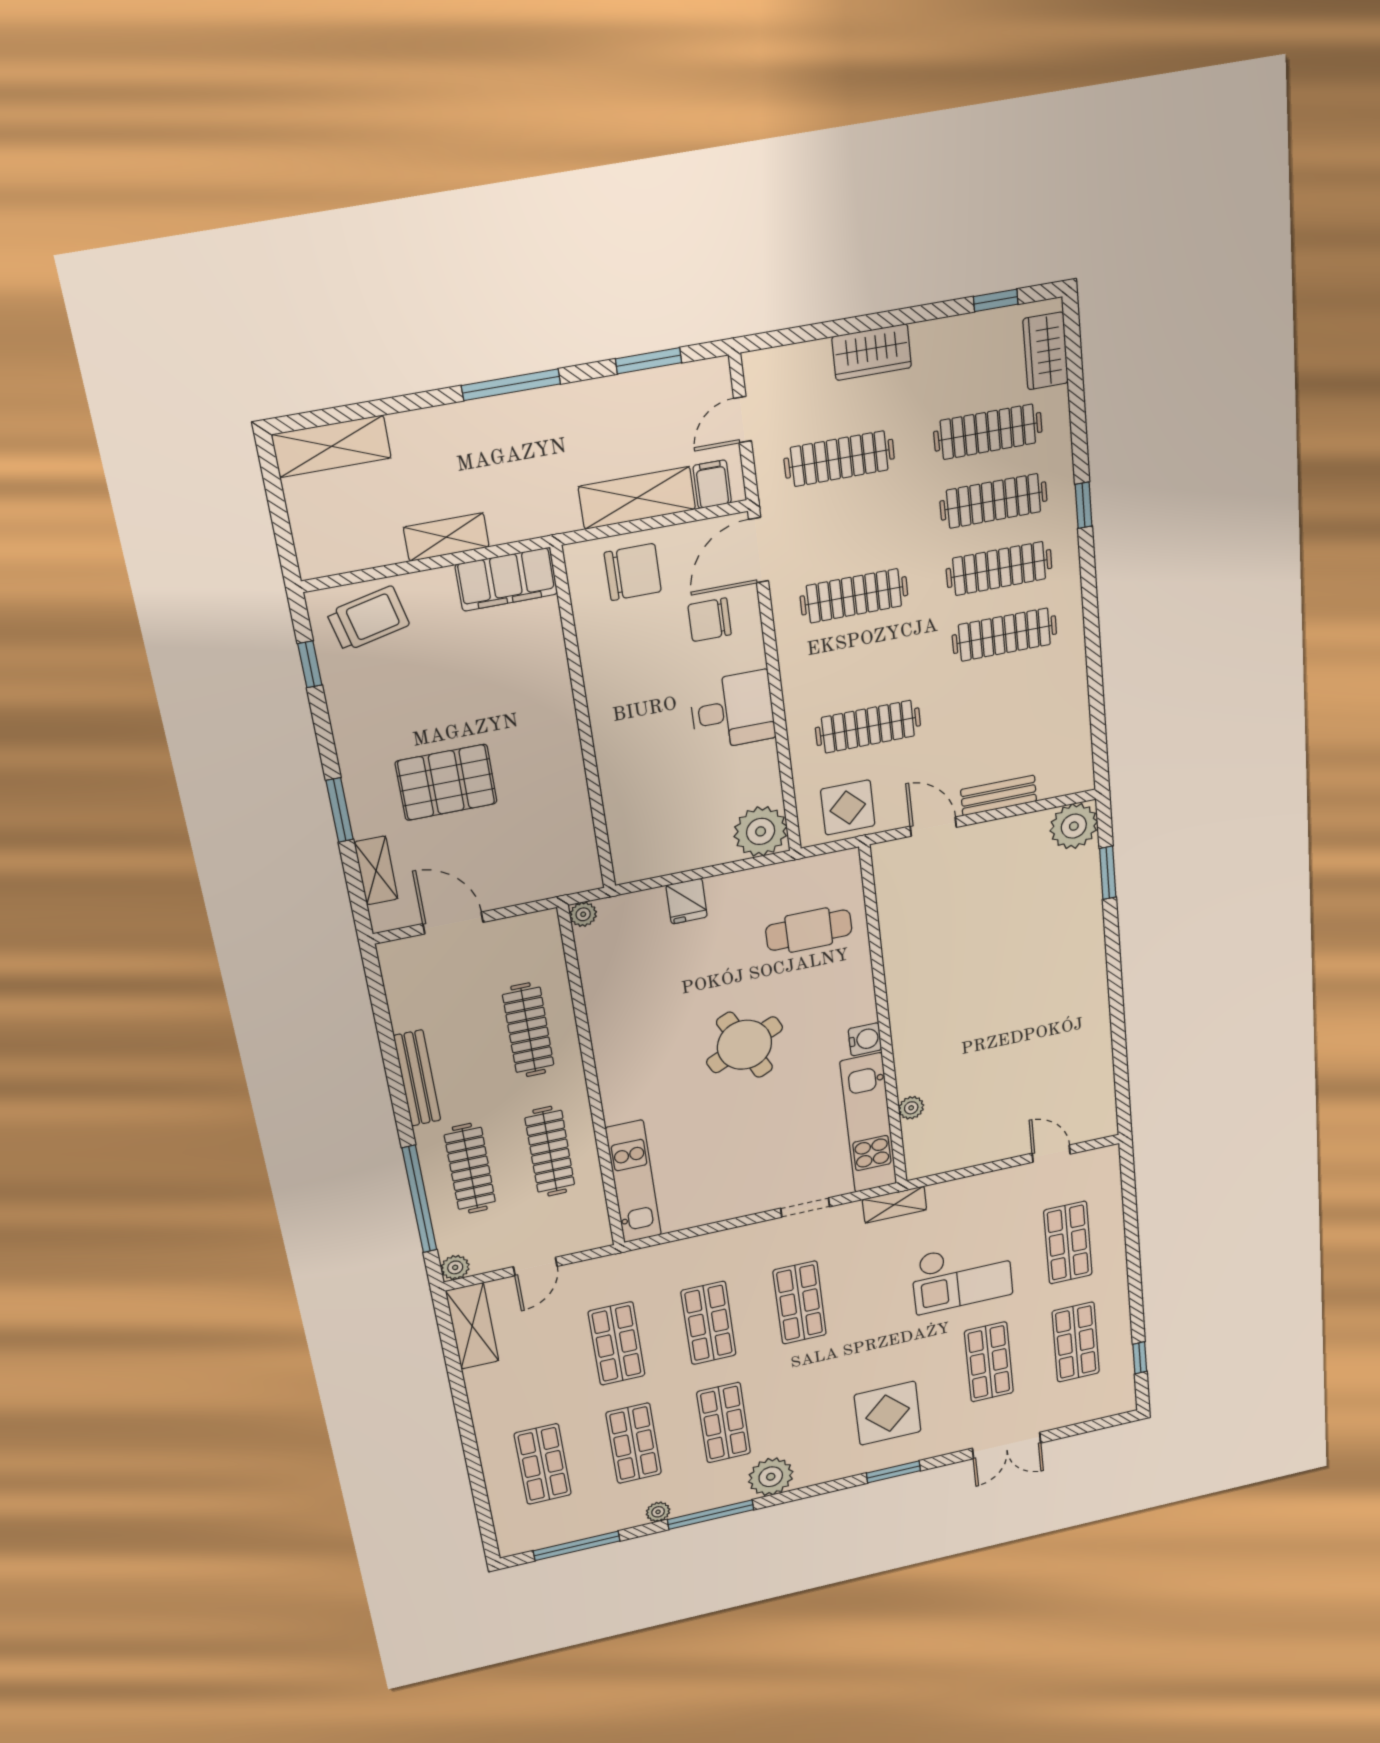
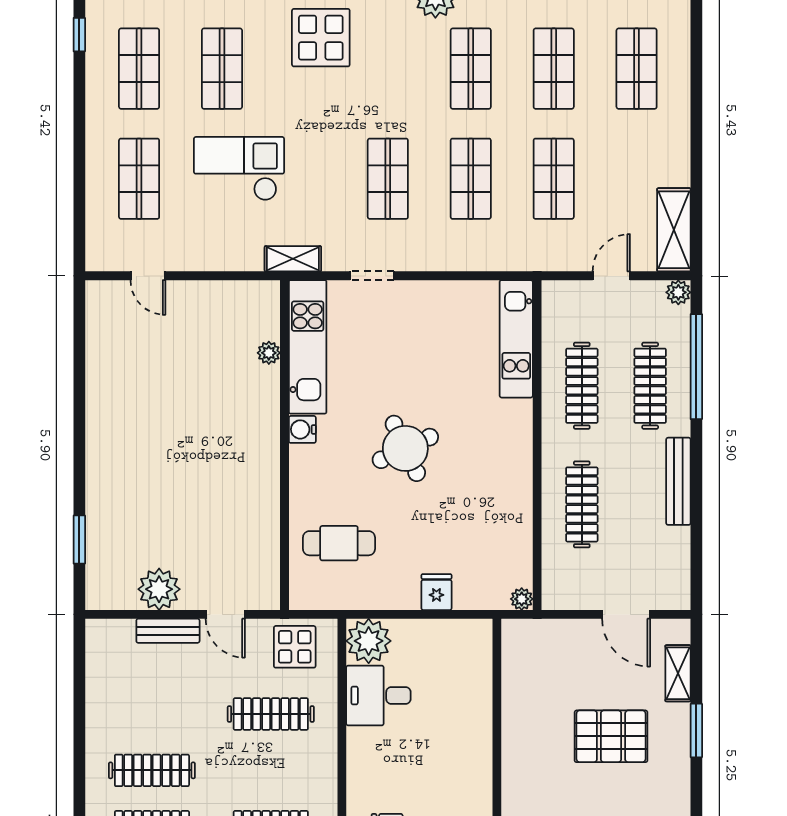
desk: (733, 711) -> (378, 696), moved
plant: (1074, 826) -> (159, 589), moved

